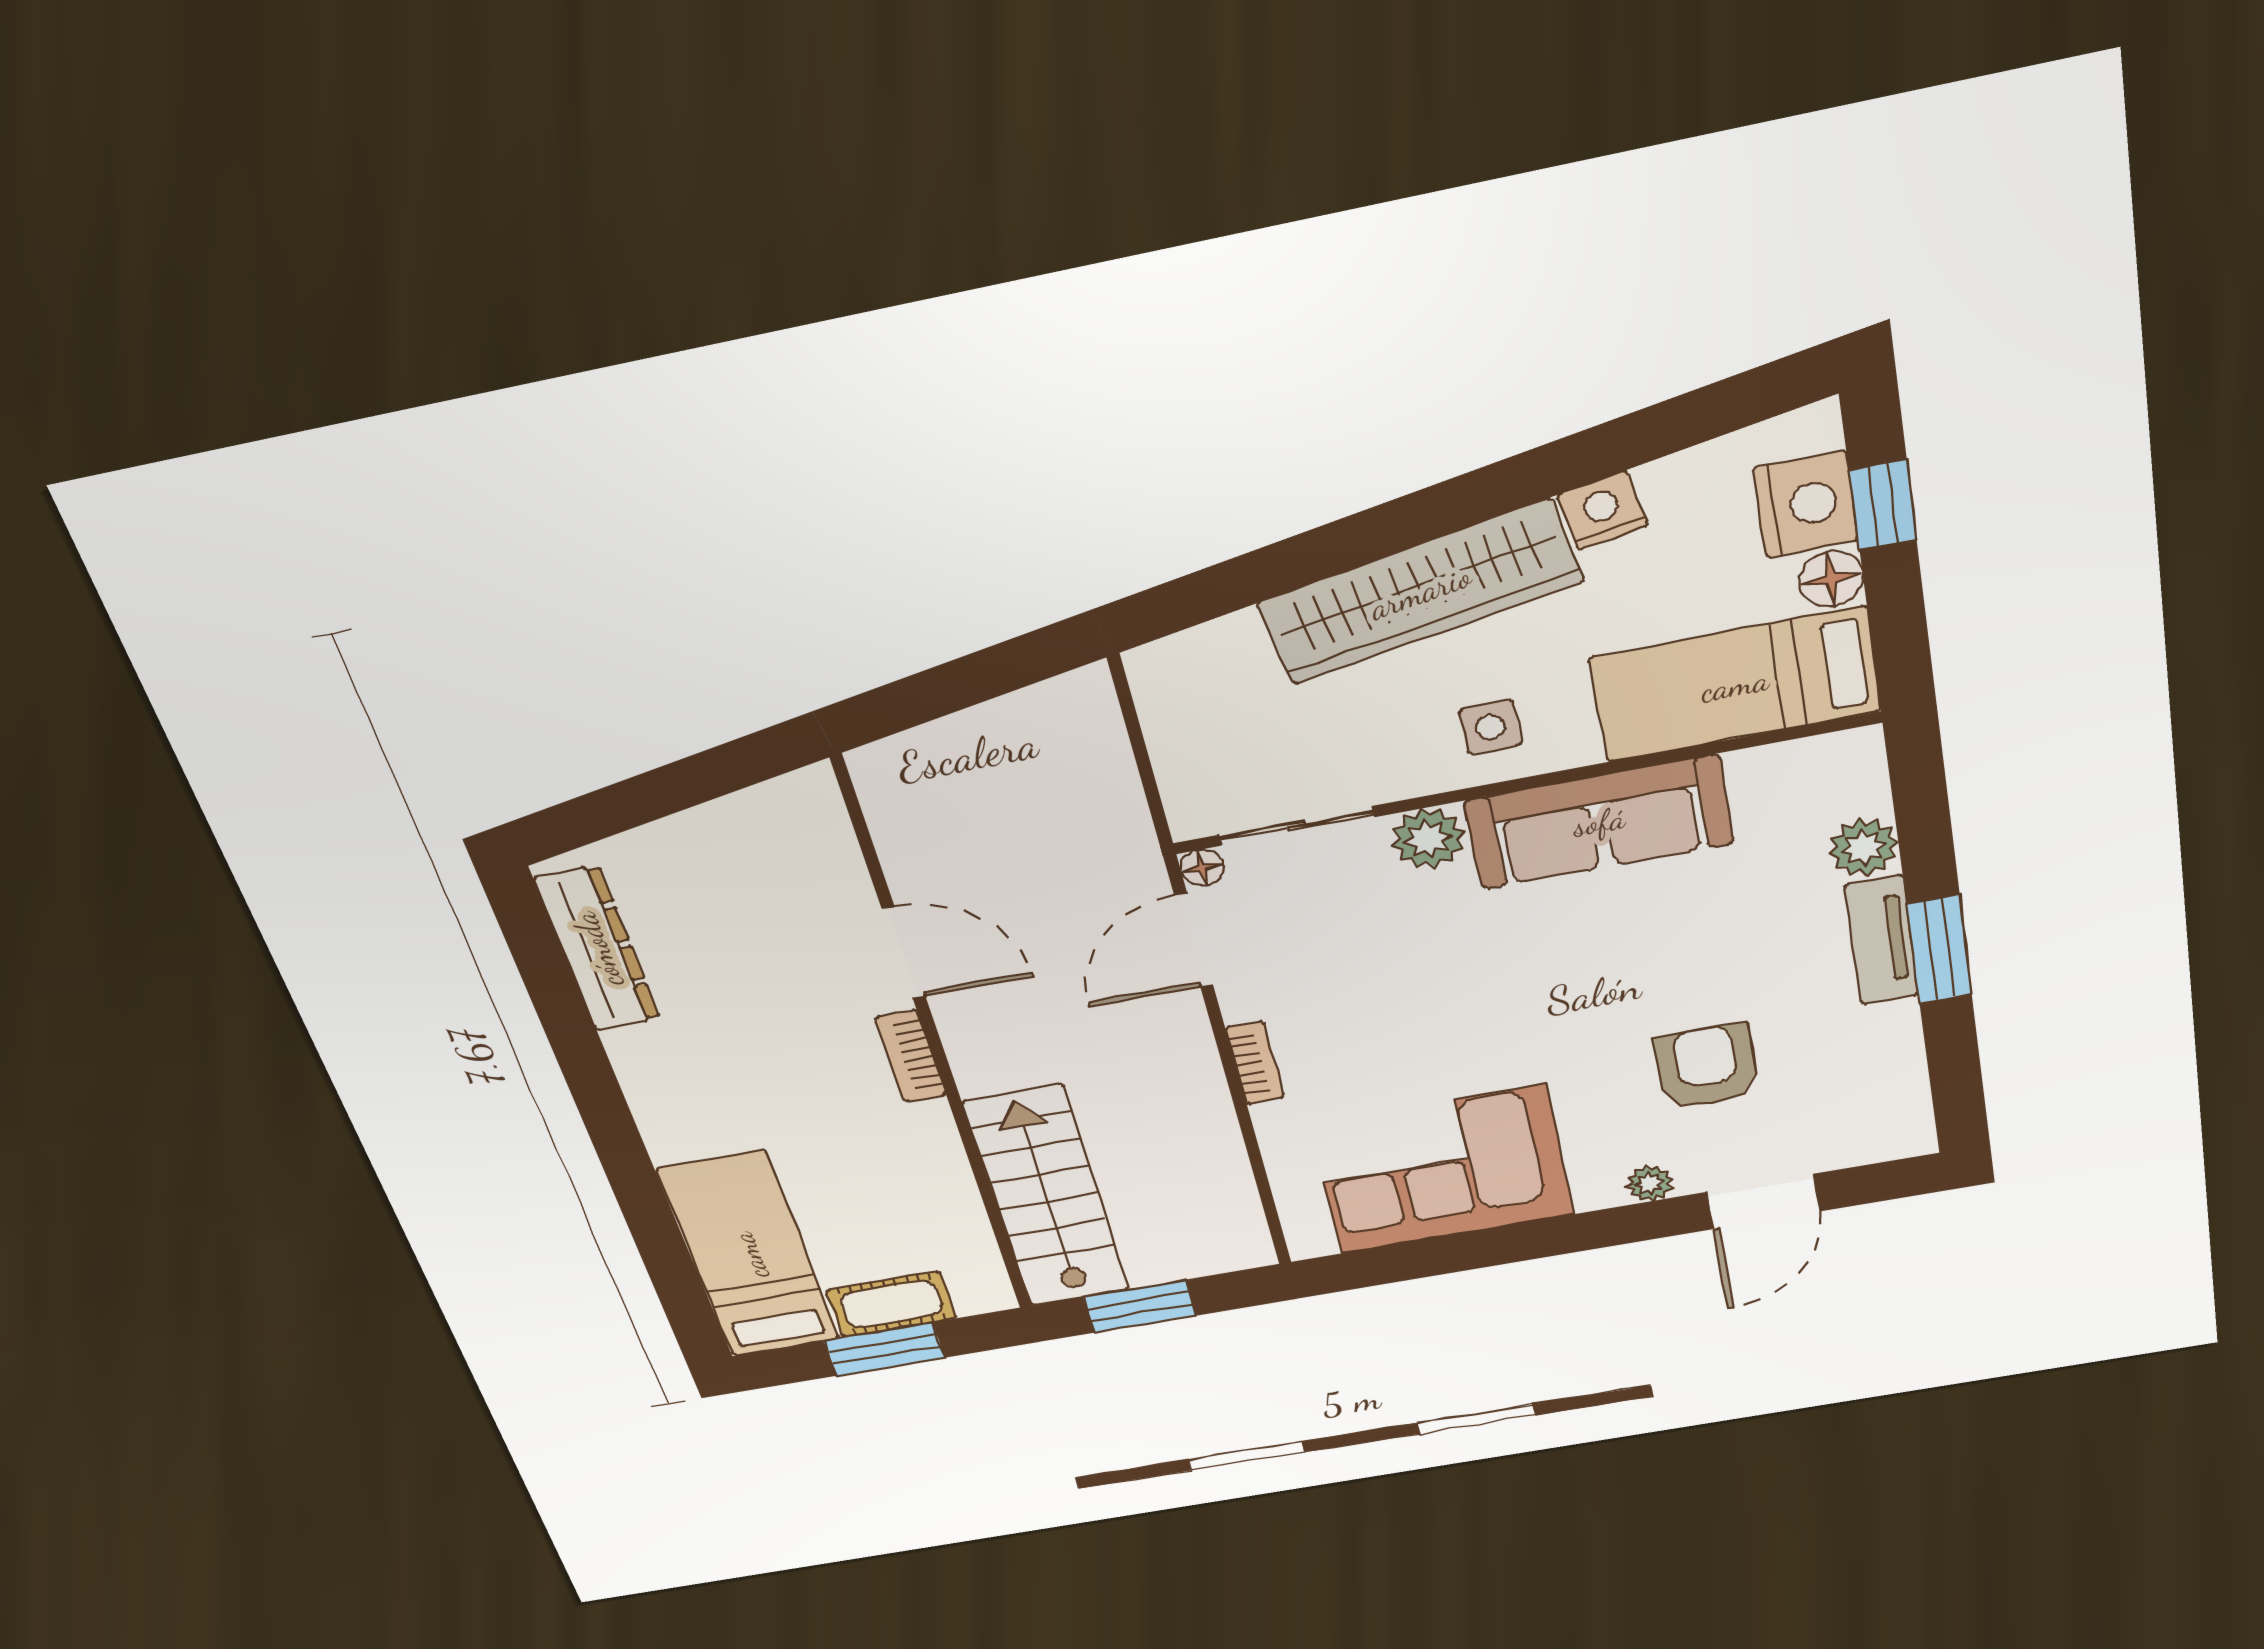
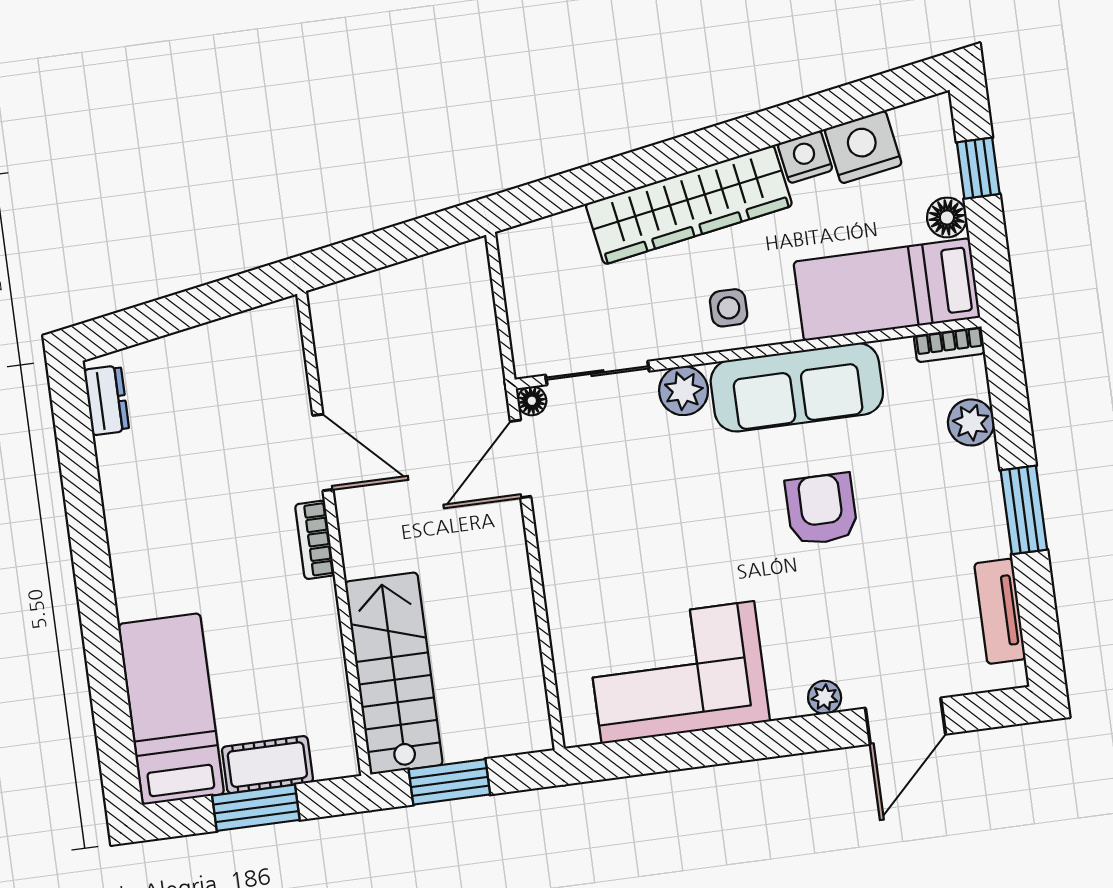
nightstand: (1806, 504) -> (863, 147), moved, turned -100
tv unit: (1882, 940) -> (1000, 611), moved
dresser: (597, 949) -> (107, 400), width x0.51, depth x0.80
bookcase: (1255, 1063) -> (949, 344), moved, turned 90
armchair: (1707, 1067) -> (821, 509), moved

